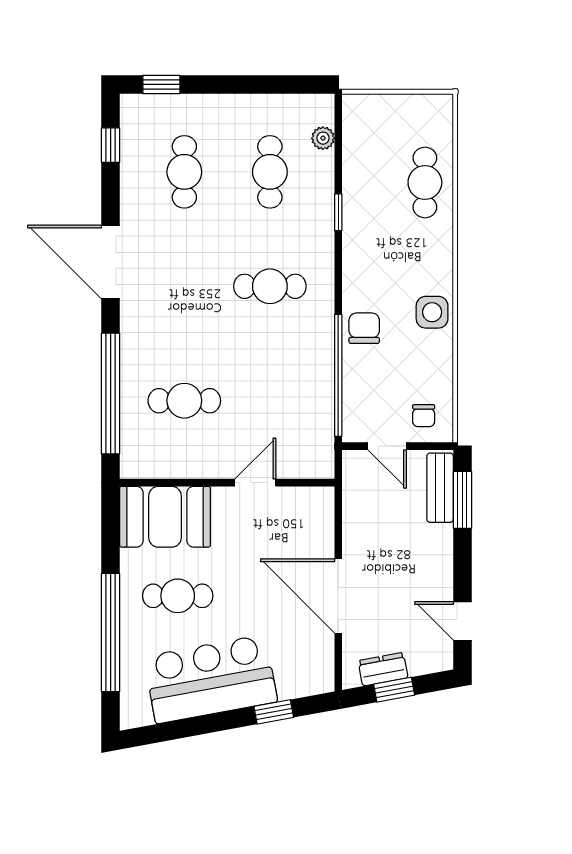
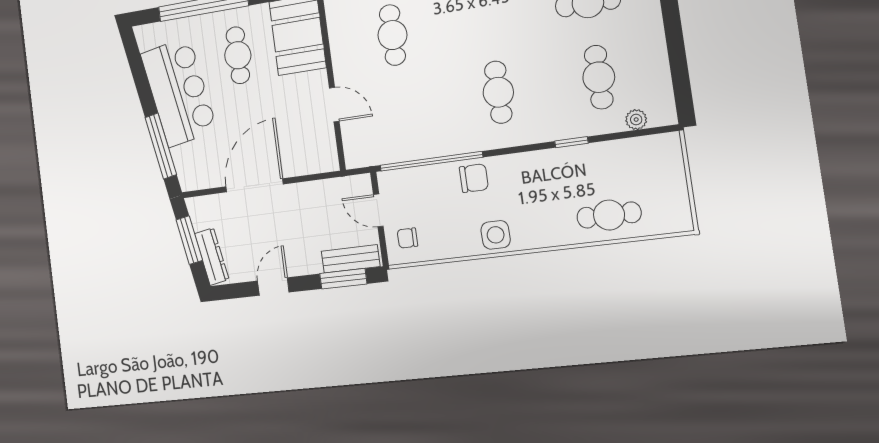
cafe table: (270, 172) -> (599, 77), turned 90
door: (387, 446) -> (378, 210), hinge flipped
door: (462, 621) -> (273, 287), moved
dresser: (383, 669) -> (212, 256), moved, width x1.44
window: (394, 690) -> (189, 240), width x1.50
window: (274, 712) -> (161, 146), width x2.17

